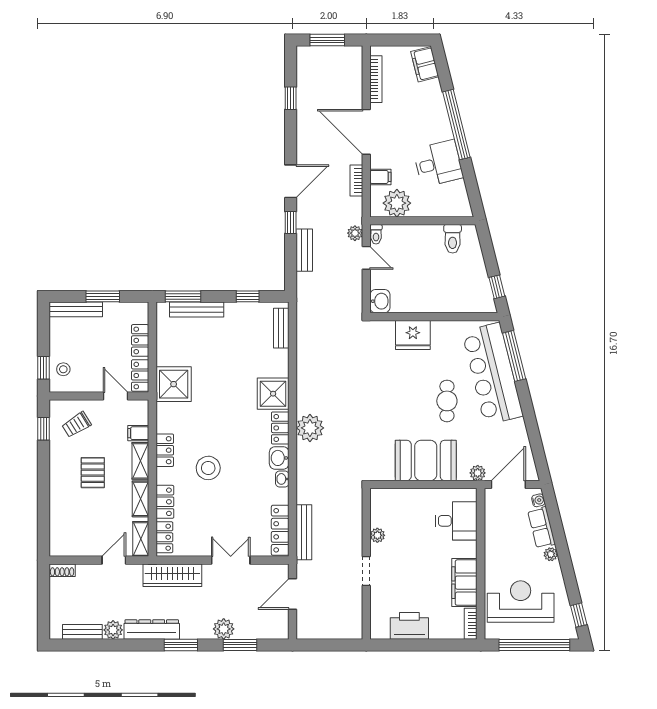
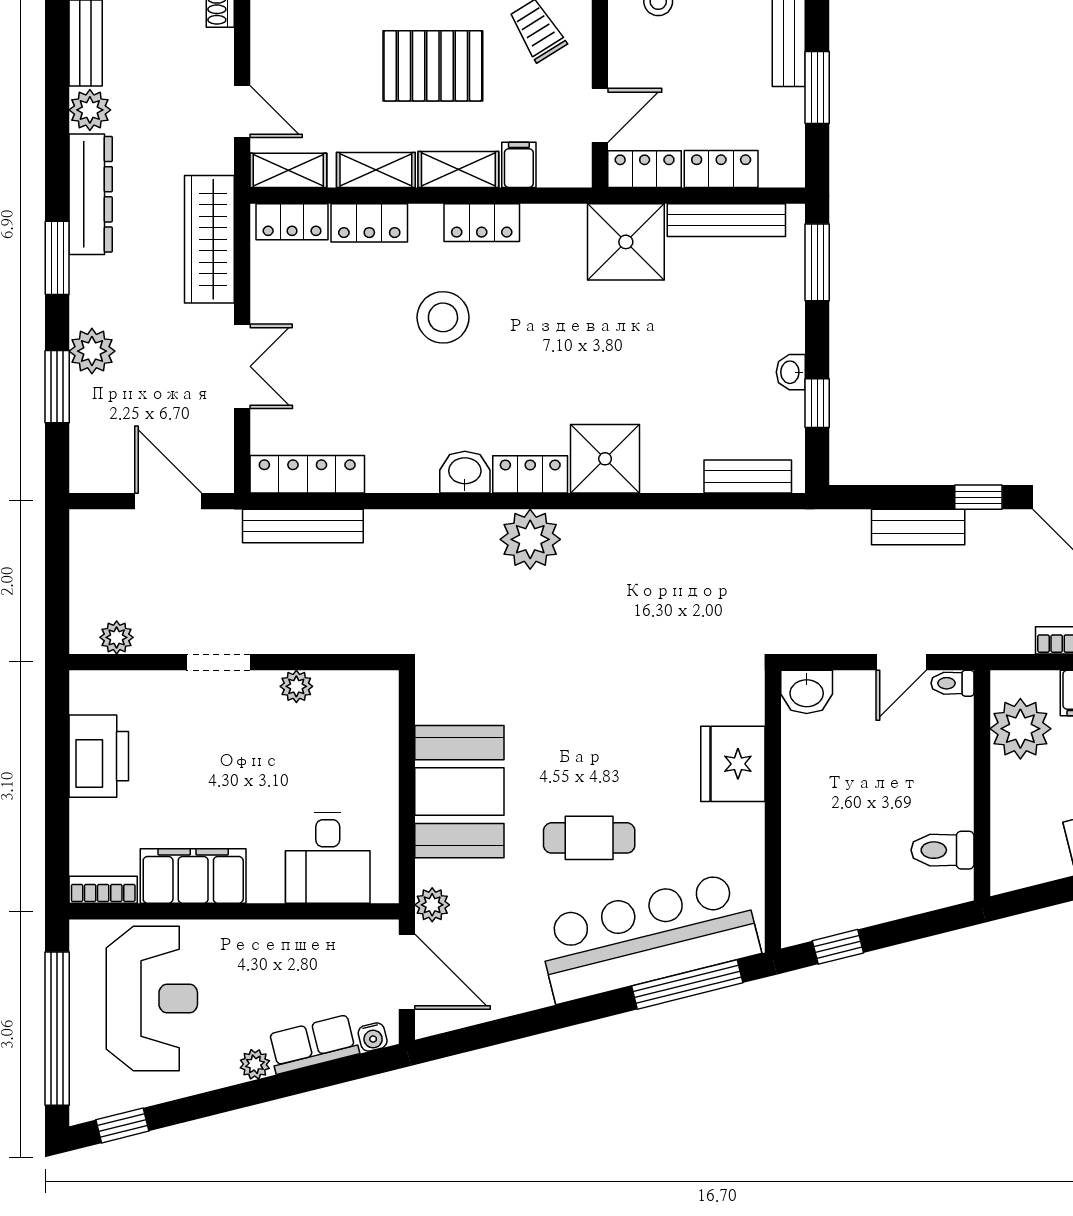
plant: (355, 233) -> (117, 637), moved
bench: (197, 310) -> (726, 220), moved, turned 90
pallet: (93, 473) -> (433, 66), width x1.50, depth x1.42
washbasin: (282, 479) -> (791, 372), moved, turned -90

